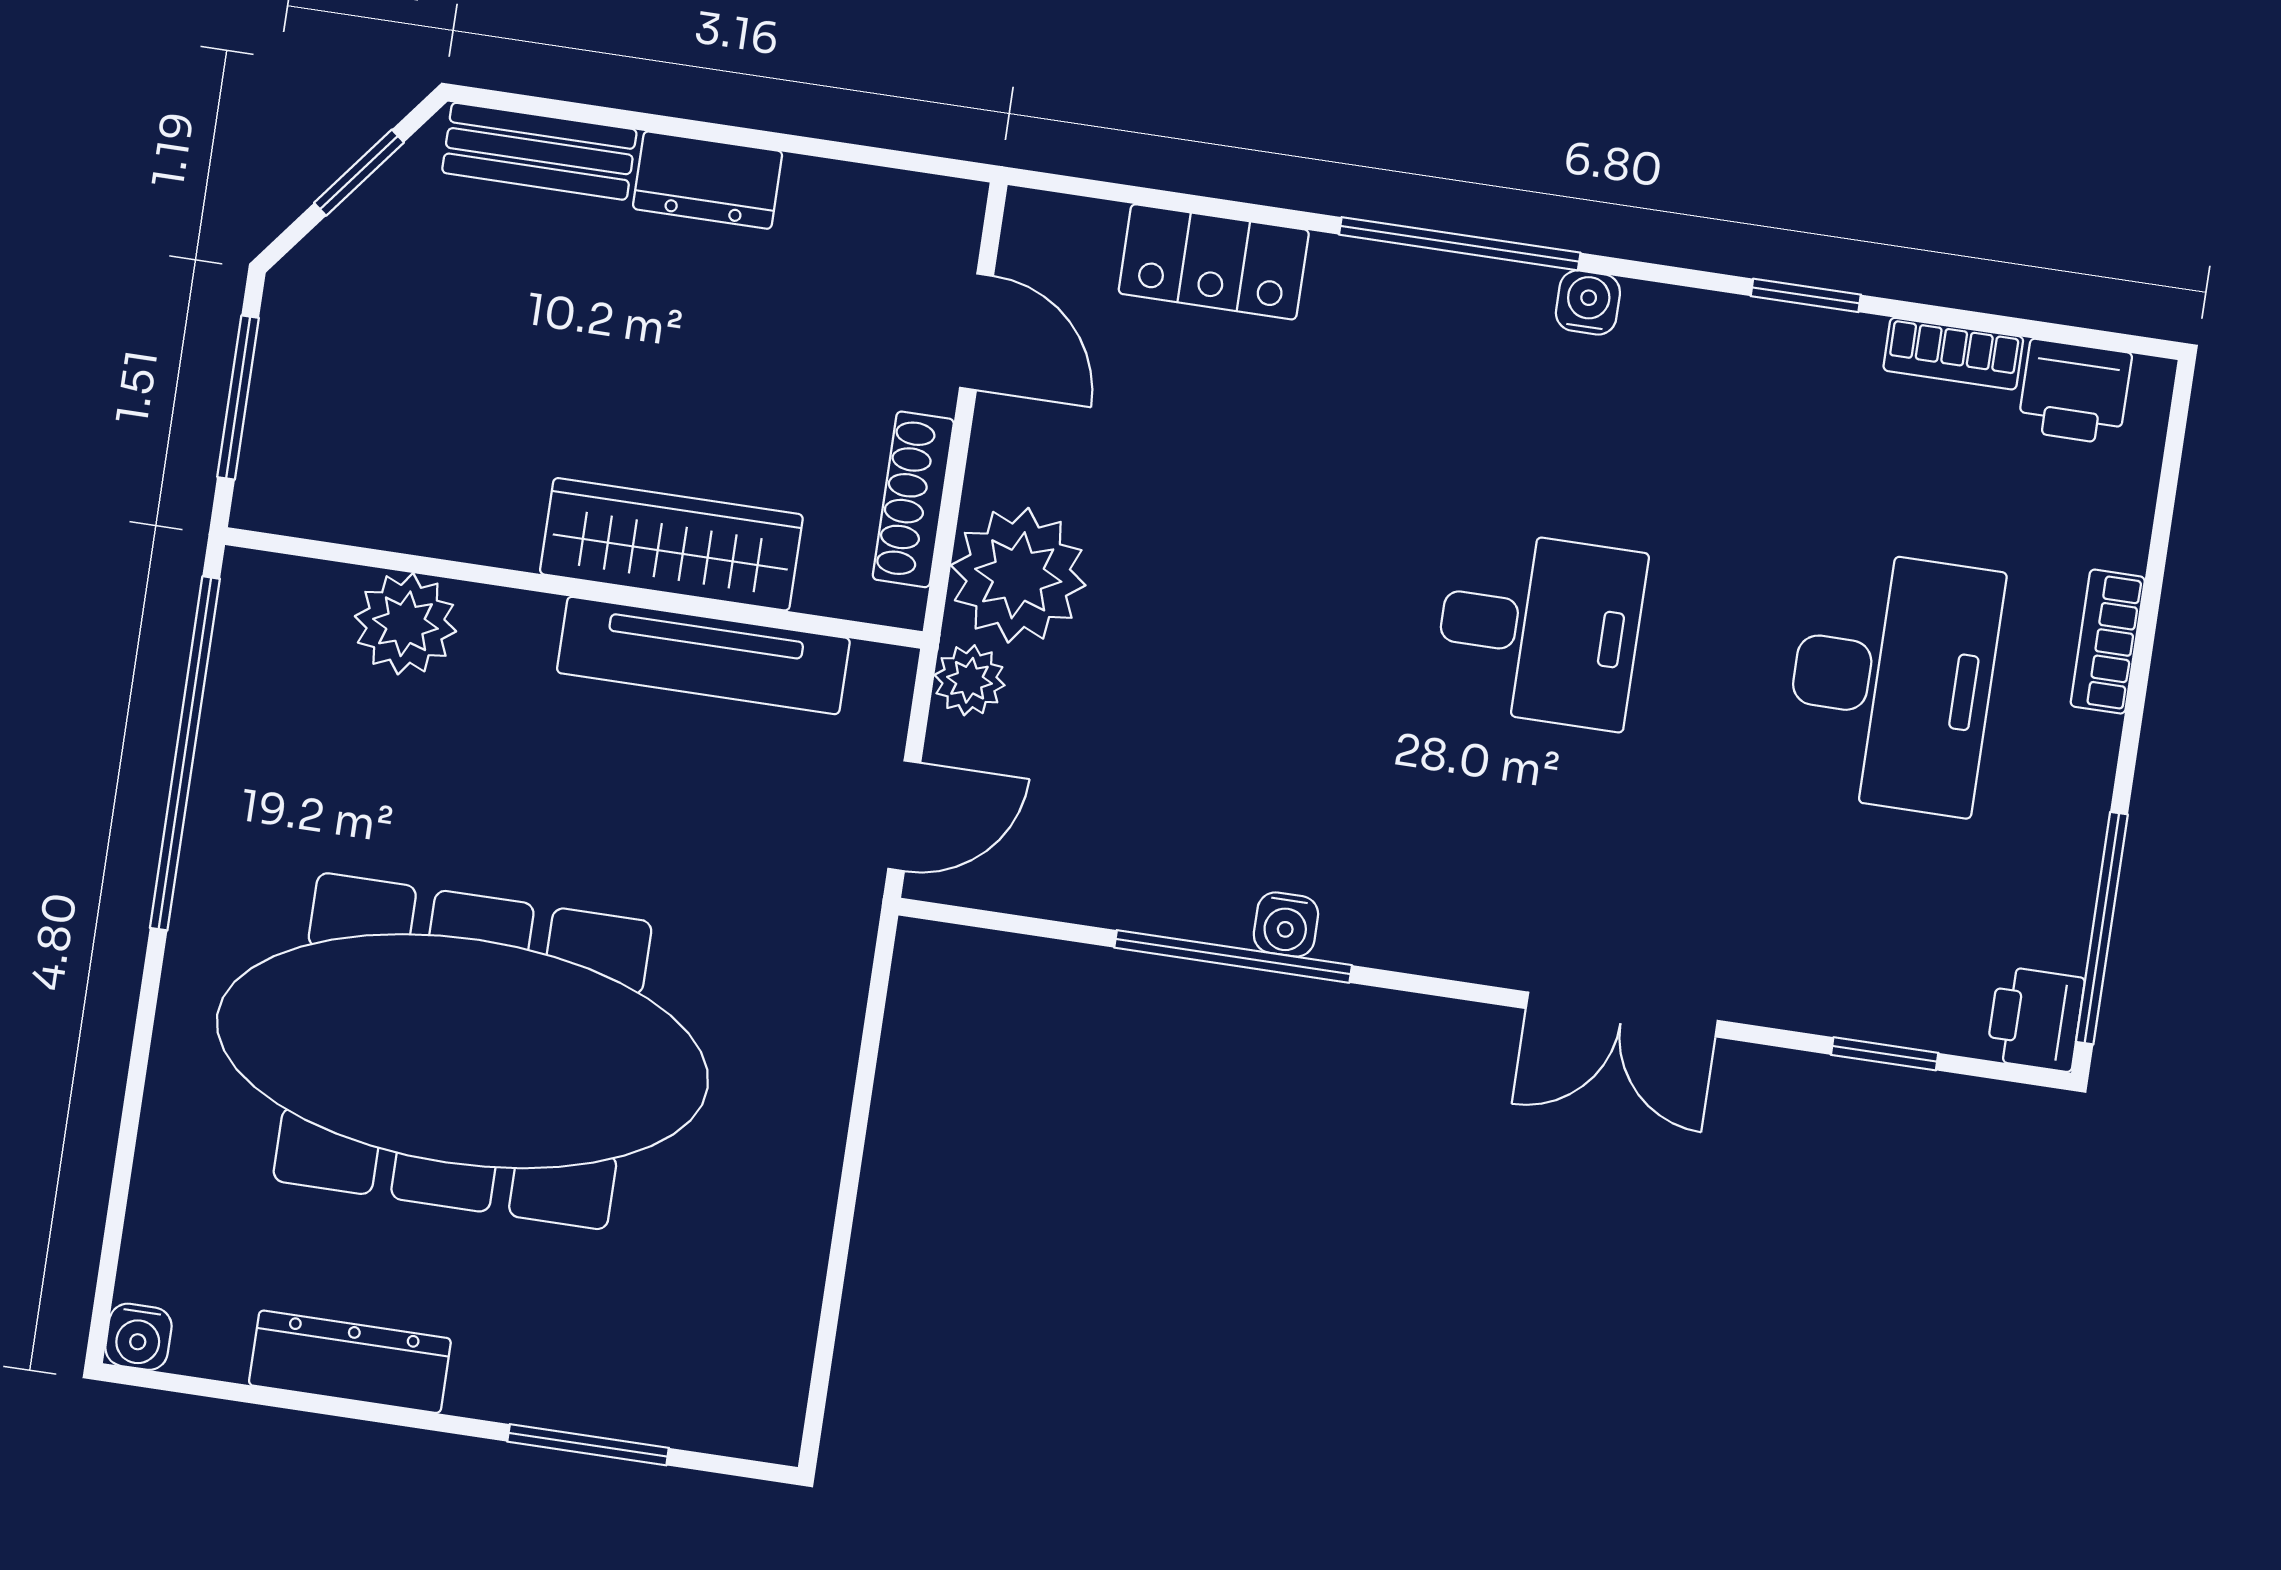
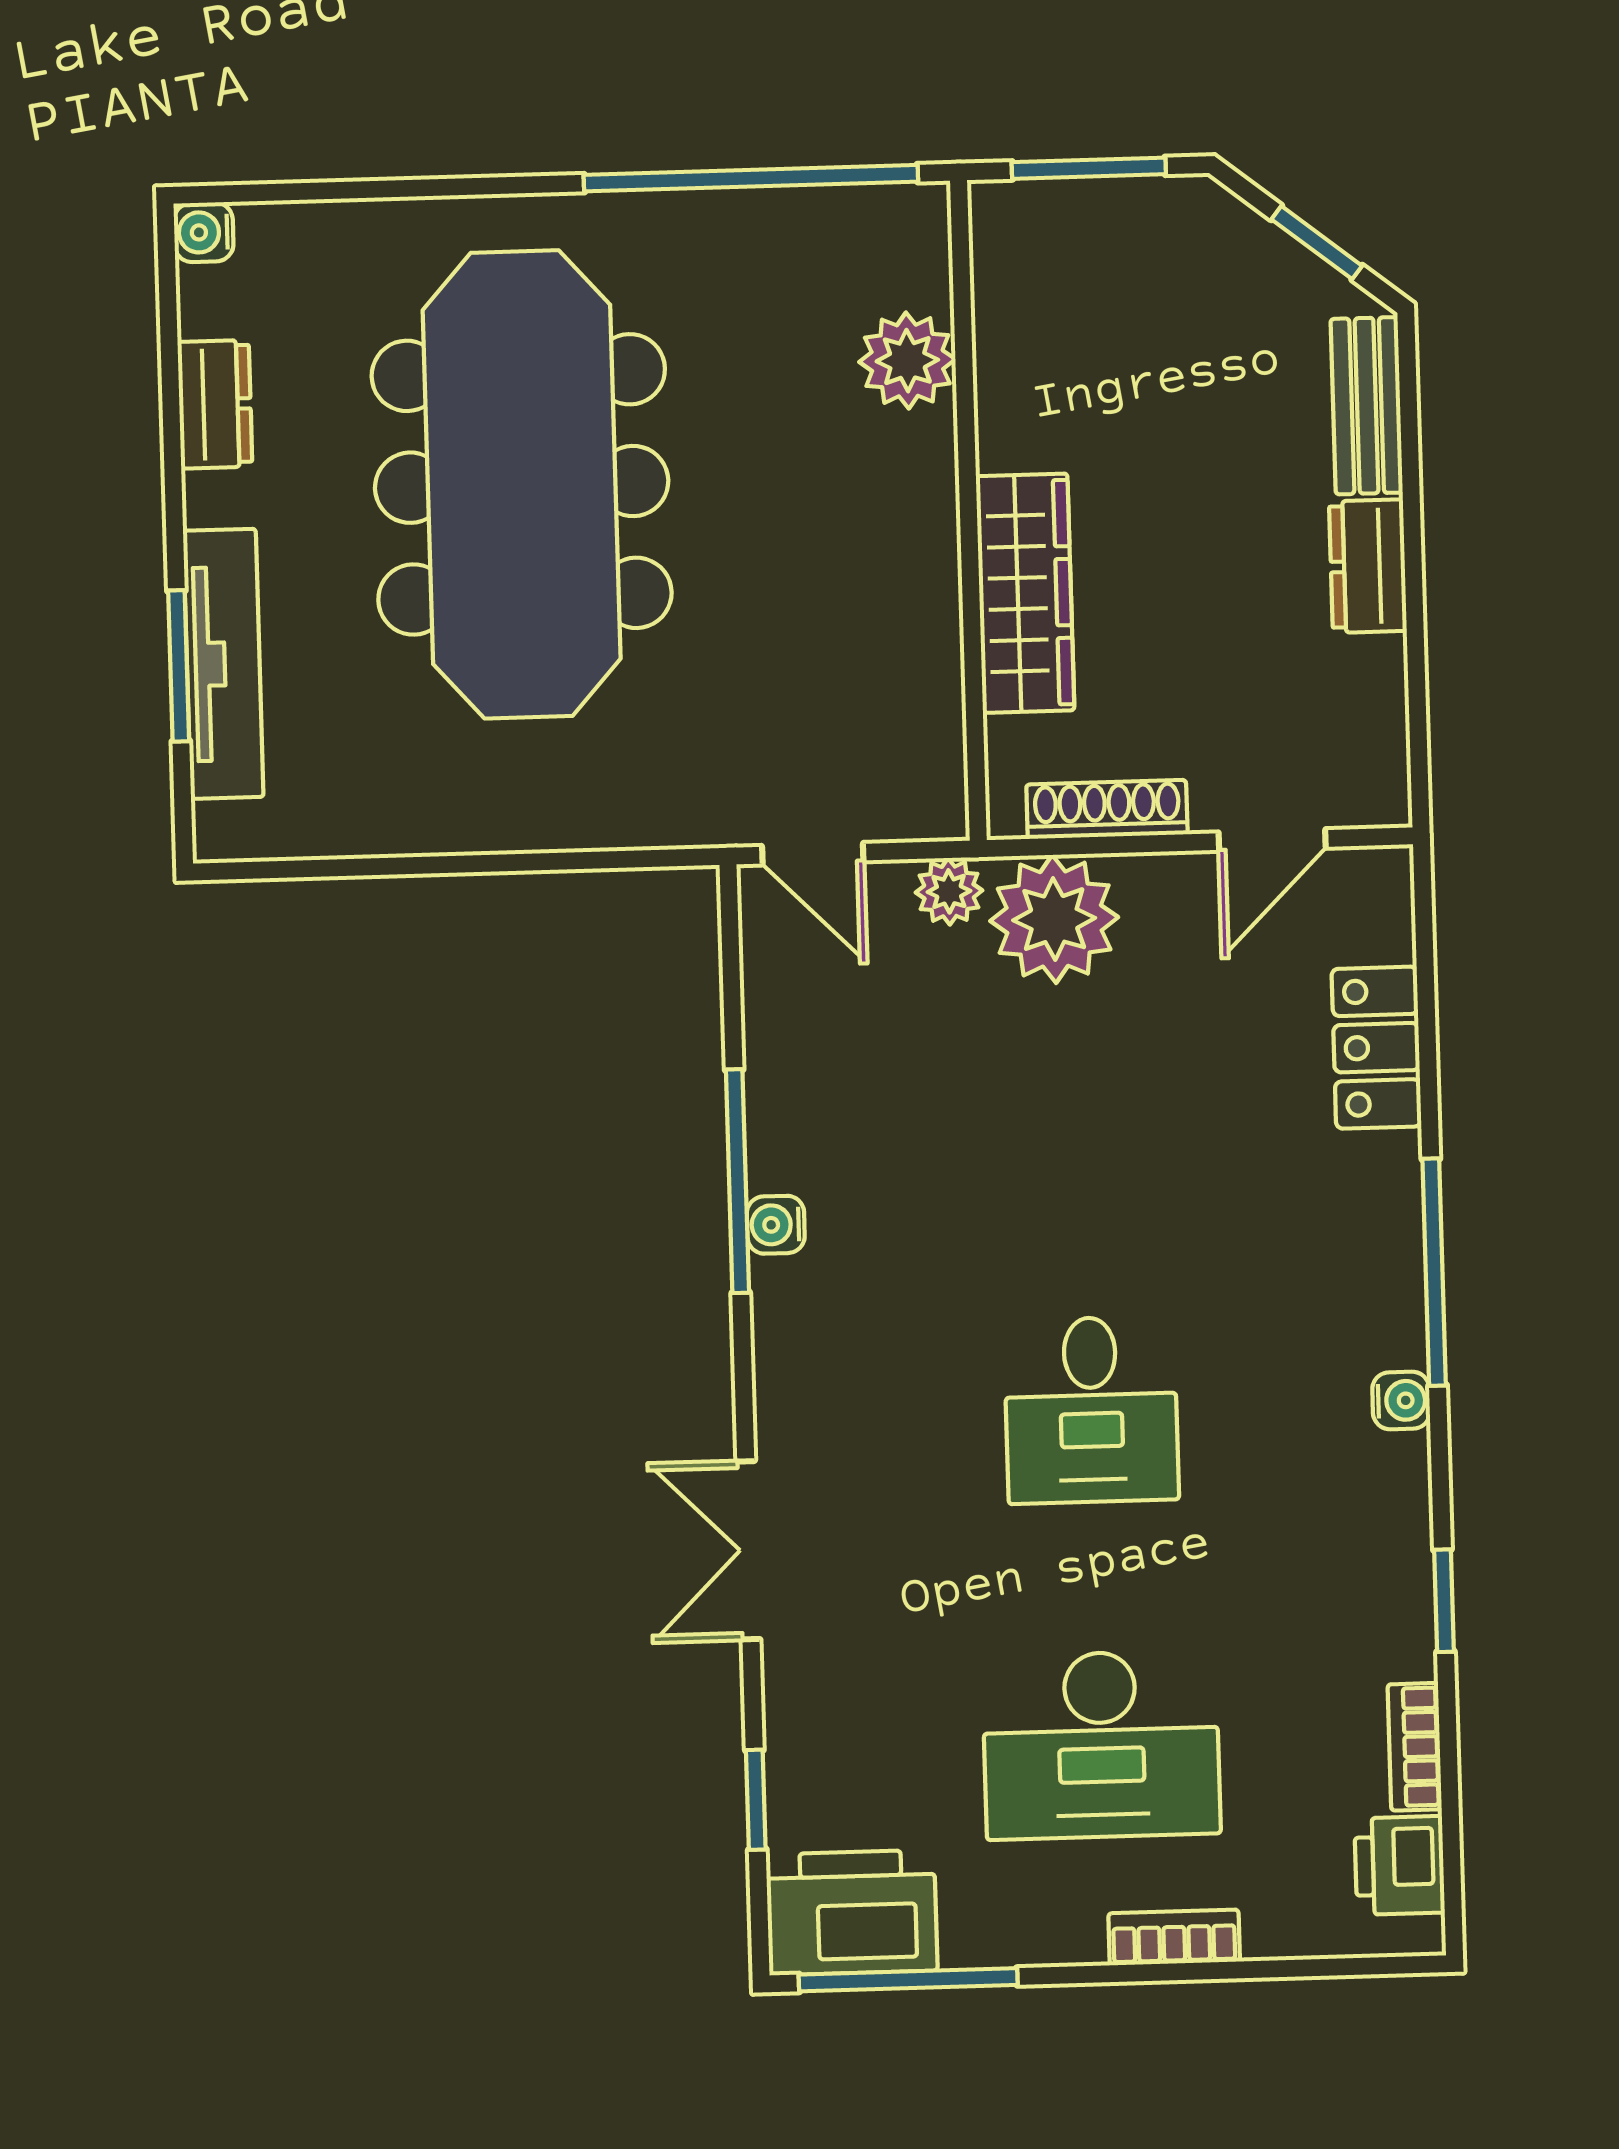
tv unit: (703, 656) -> (223, 664), moved, turned 180
printer: (2035, 1019) -> (852, 1913), width x1.87, depth x1.48
dresser: (350, 1362) -> (215, 404), width x0.70

